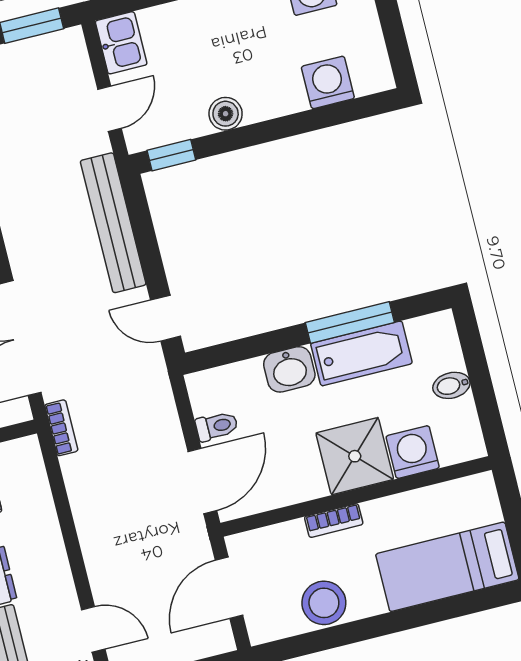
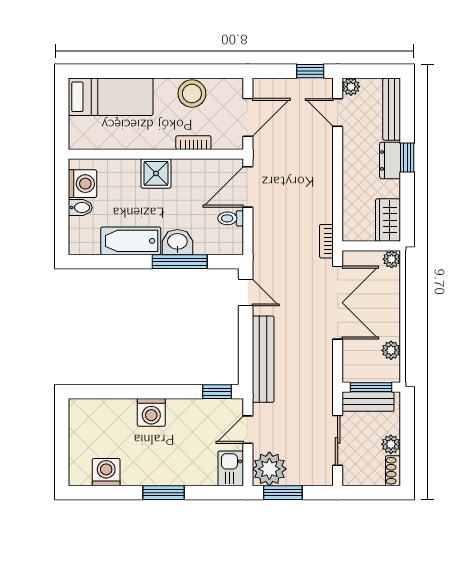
plant: (62, 57) -> (269, 469), added
washing machine: (328, 82) -> (151, 412), moved
boiler: (226, 114) -> (177, 409), removed
window: (350, 322) -> (180, 262), moved
washing machine: (413, 452) -> (83, 184), moved, turned -90
shower: (355, 456) -> (156, 173), width x0.73, depth x0.73
bookcase: (334, 521) -> (193, 143), moved

